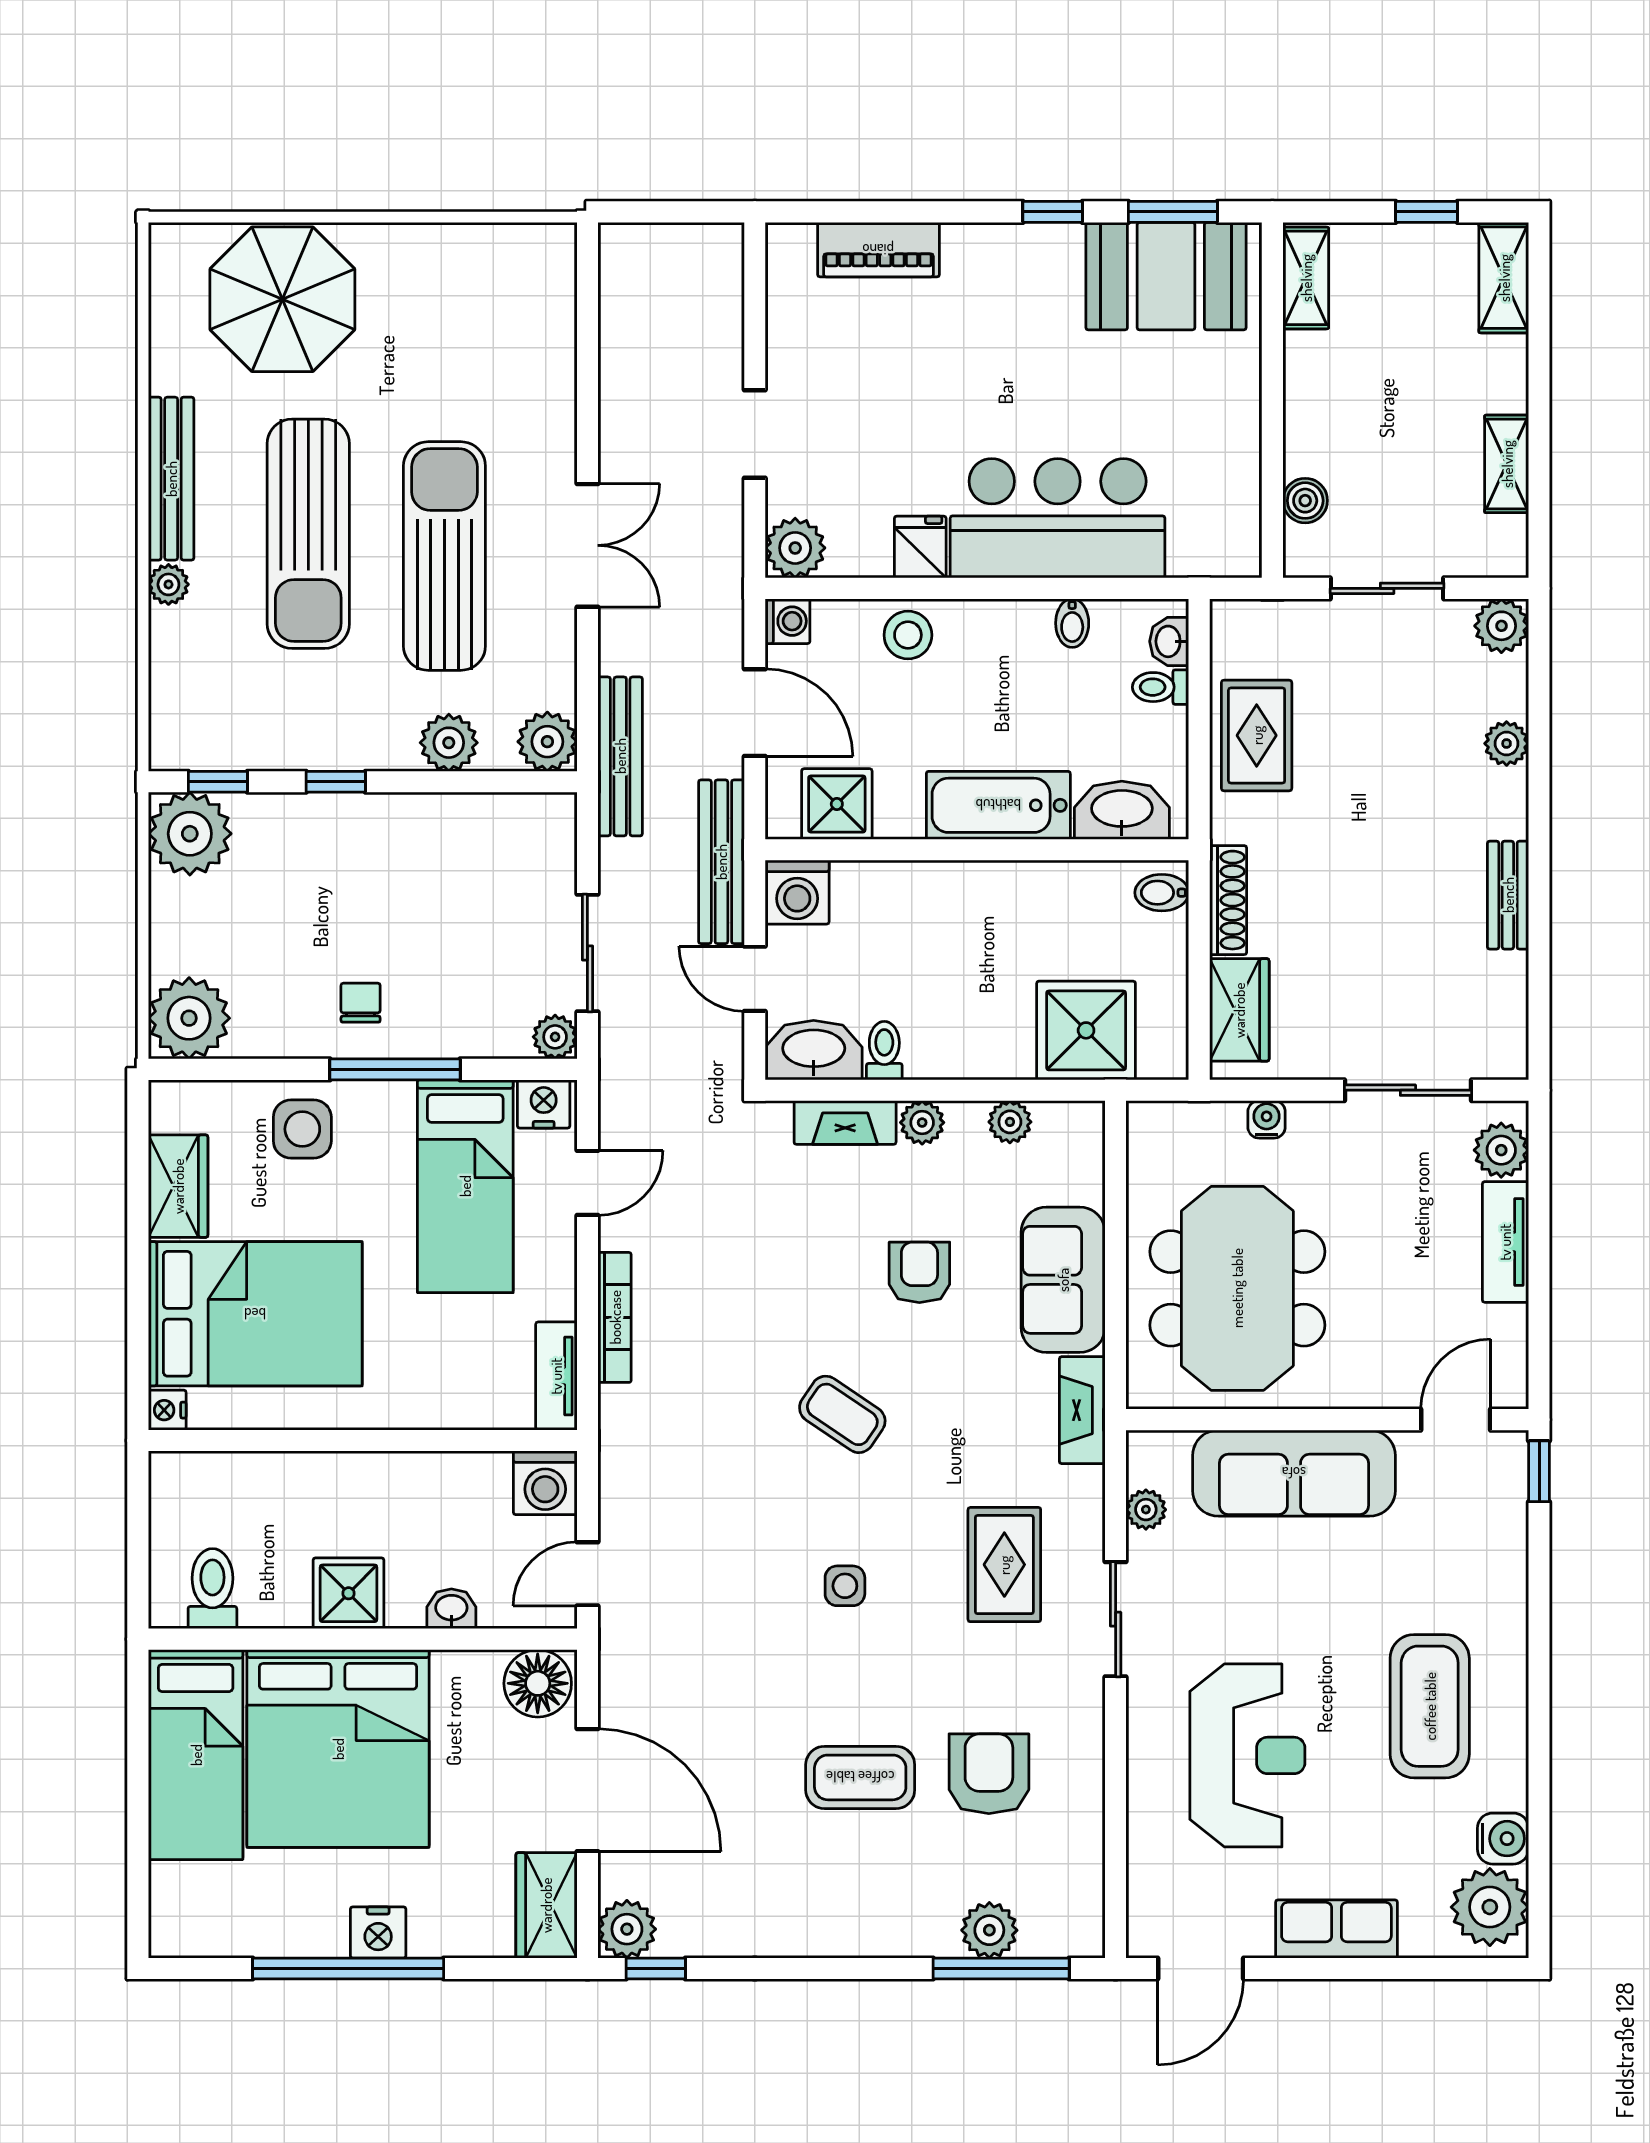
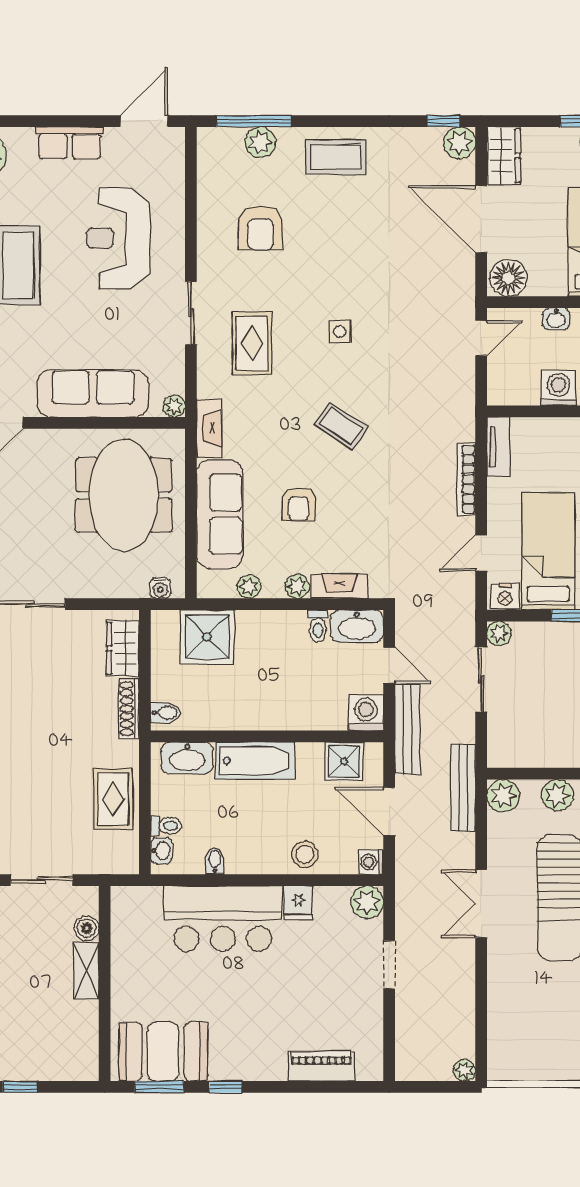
plant: (618, 242) -> (465, 1070), added
shelving: (1306, 278) -> (86, 971), moved
water cooler: (1267, 1119) -> (160, 588), moved
sofa: (1063, 1280) -> (220, 514), width x1.36
washing machine: (545, 1483) -> (558, 388), moved
plant: (1146, 1510) -> (174, 406), moved
coffee table: (860, 1777) -> (336, 157), moved

